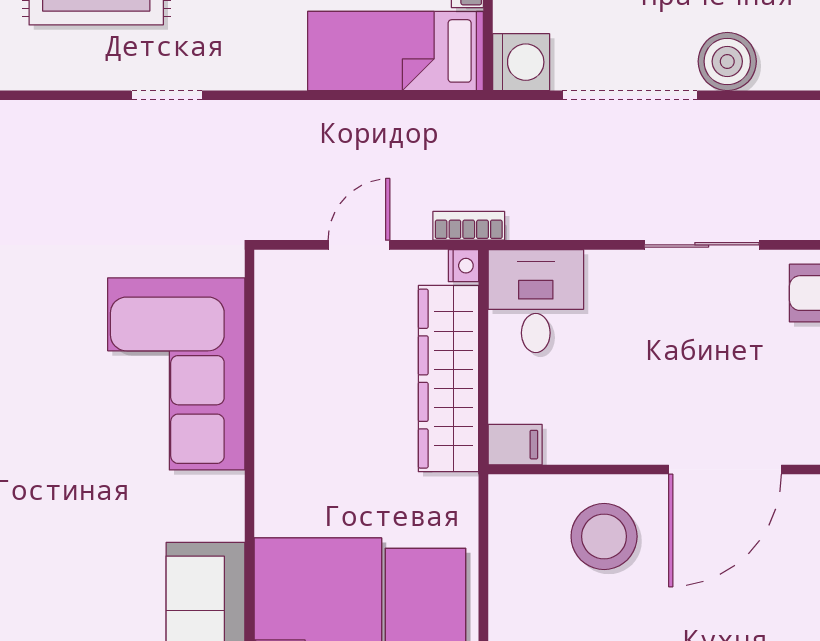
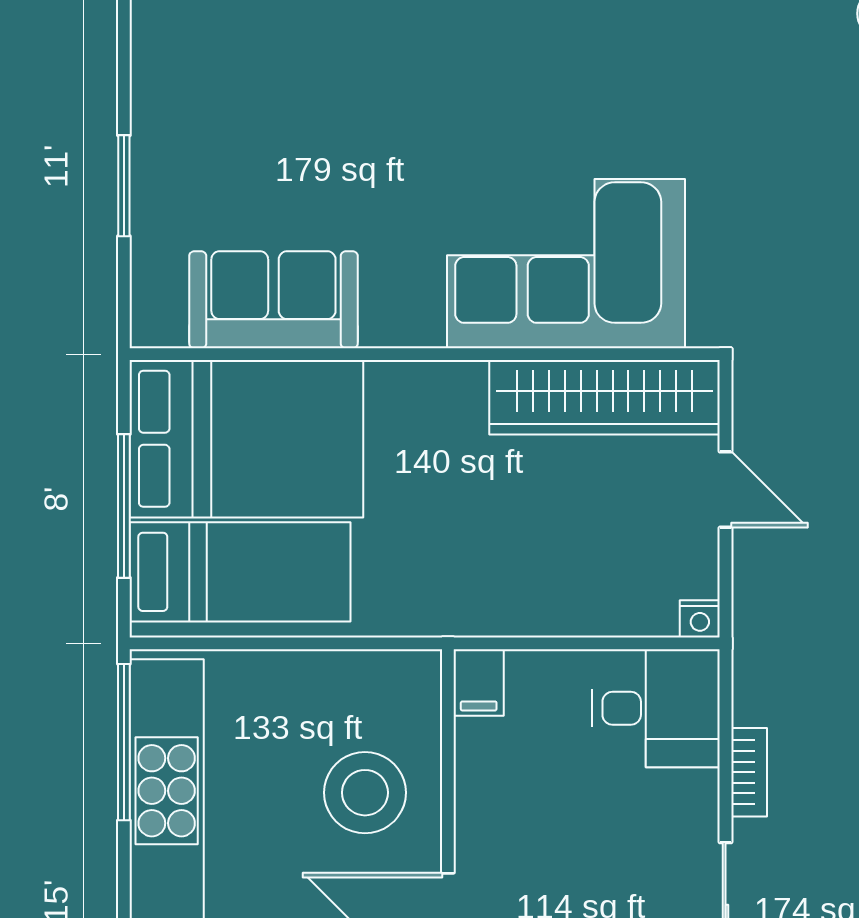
bookcase: (469, 226) -> (749, 772), moved
wardrobe: (449, 379) -> (605, 397), moved, turned 180

